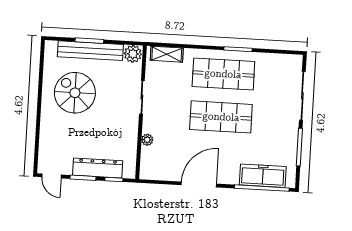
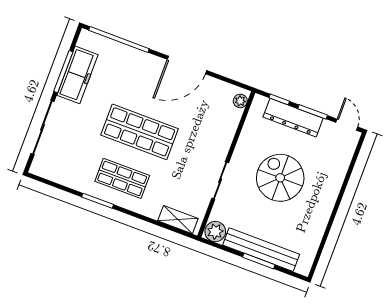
shop shelf: (223, 74) -> (122, 178), width x0.70, depth x0.74
spiral stairs: (75, 93) -> (280, 178), moved, turned 180
plant: (147, 140) -> (240, 101), moved
freezer: (263, 176) -> (77, 75), moved, turned -90

